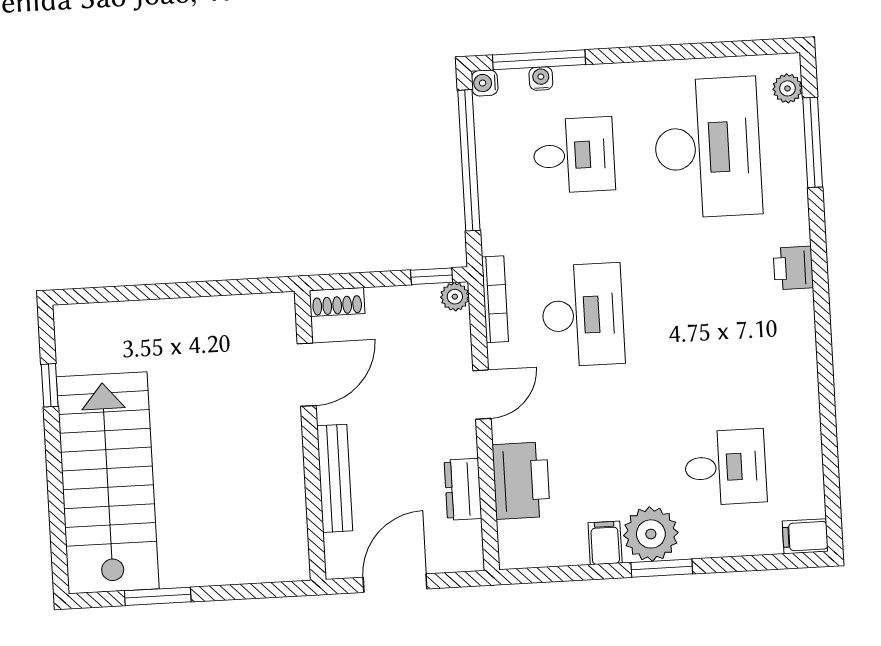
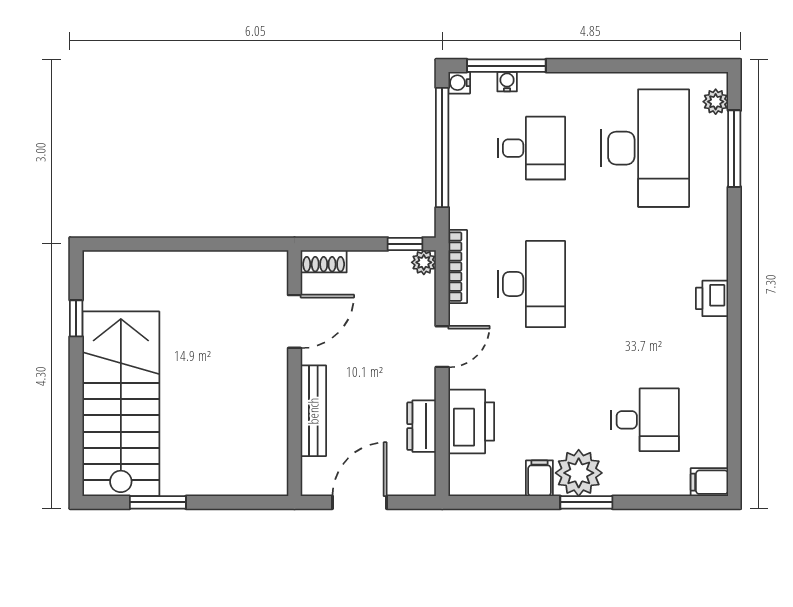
printer: (793, 268) -> (712, 298), moved

